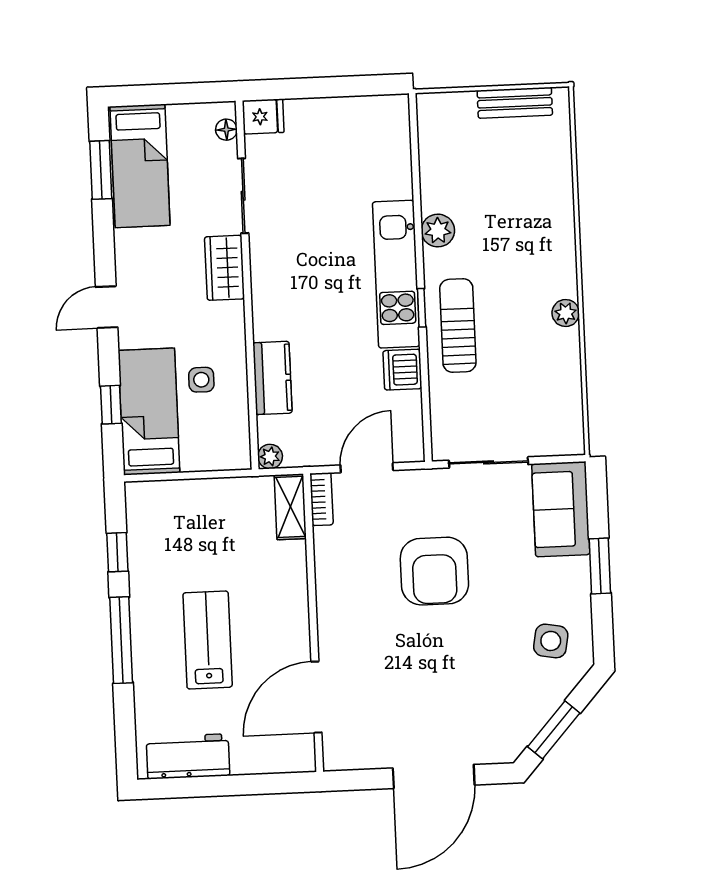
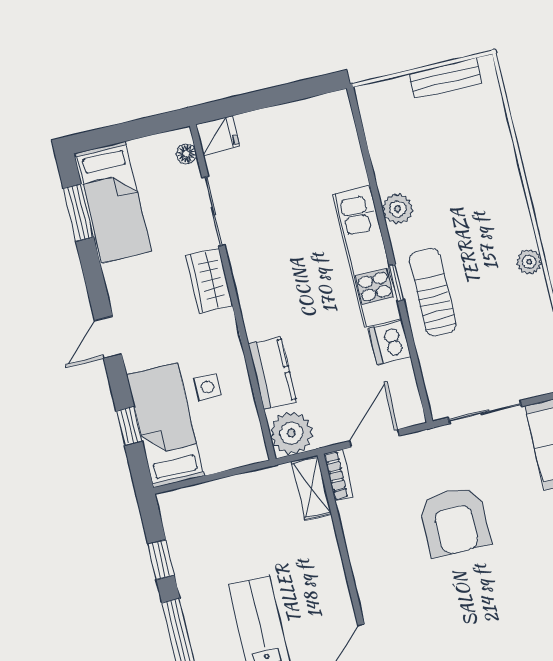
plant: (270, 456) -> (291, 433), width x1.88, depth x1.88

